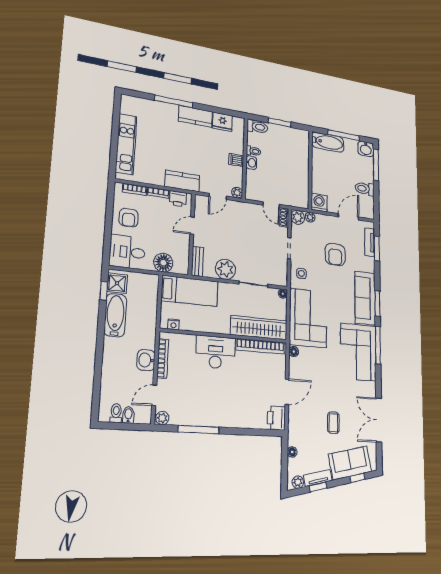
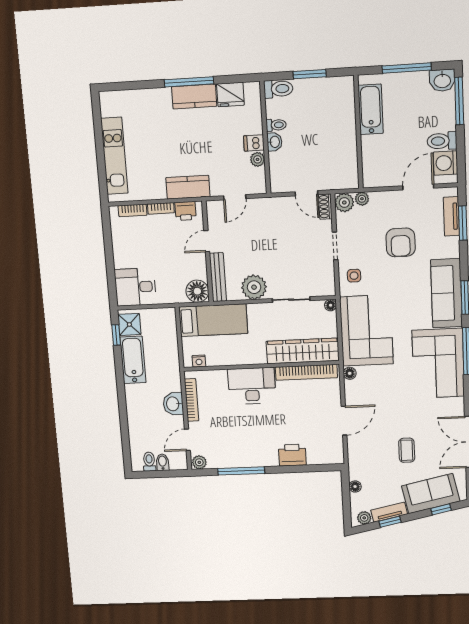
window: (174, 101) -> (189, 82), moved
bathtub: (328, 142) -> (371, 109), moved, turned -90
plant: (237, 193) -> (258, 159), moved
washing machine: (319, 203) -> (446, 163), moved, turned -90
armchair: (129, 218) -> (131, 246), removed
bench: (197, 261) -> (218, 277), width x1.36
floor lamp: (163, 263) -> (197, 291), moved
printer: (276, 418) -> (292, 455), moved, turned 90

